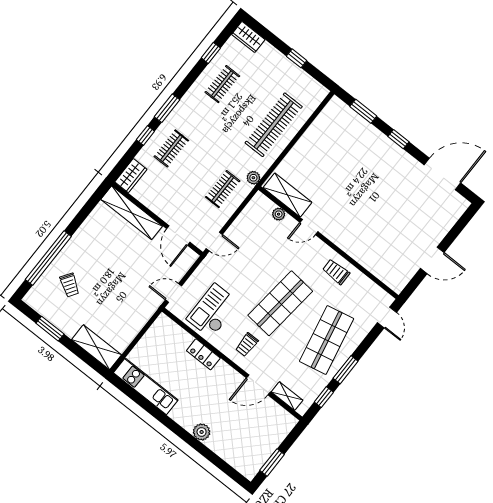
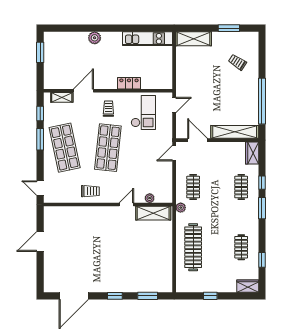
window: (48, 258) -> (262, 101), moved

